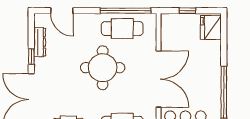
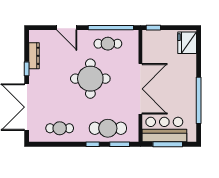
door: (62, 11) -> (67, 28), moved
window: (188, 11) -> (153, 28), moved
cafe table: (122, 29) -> (108, 44), width x0.73, depth x0.74

